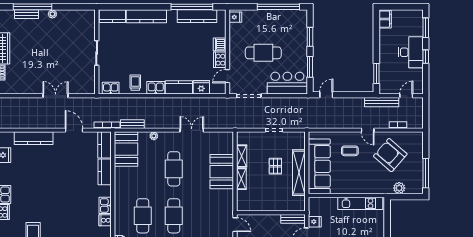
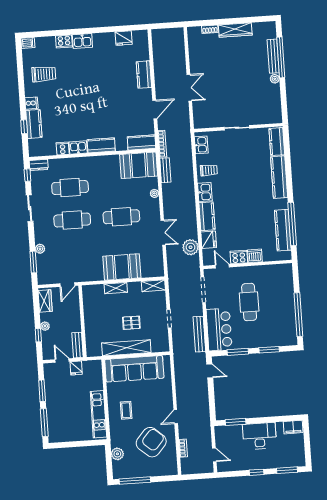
bench: (27, 14) -> (273, 56), width x1.36
fridge: (235, 17) -> (285, 270), removed
desk: (411, 52) -> (259, 436), moved, turned 180
bench: (382, 102) -> (199, 334), moved
plant: (207, 105) -> (191, 247), added
kitchen counter: (34, 138) -> (144, 75), width x0.67
coffee table: (350, 151) -> (126, 410), moved
shelving: (242, 156) -> (153, 286), moved
kitchen counter: (105, 172) -> (101, 145), moved

